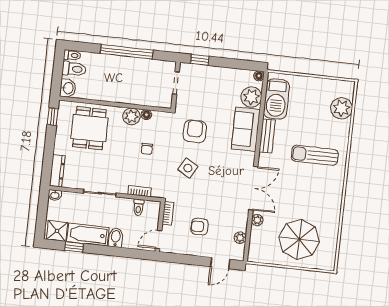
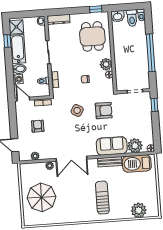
dining table: (89, 128) -> (92, 36), turned 90
washing machine: (130, 242) -> (18, 79), added

